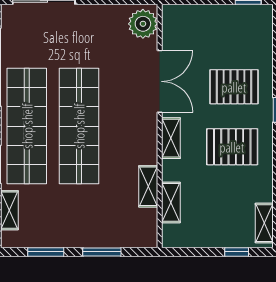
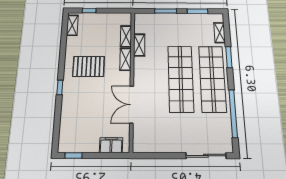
filing cabinet: (191, 16) -> (111, 145), added
plant: (143, 24) -> (142, 140), removed
pallet: (234, 87) -> (86, 101), removed
shelving: (171, 138) -> (126, 59), moved

